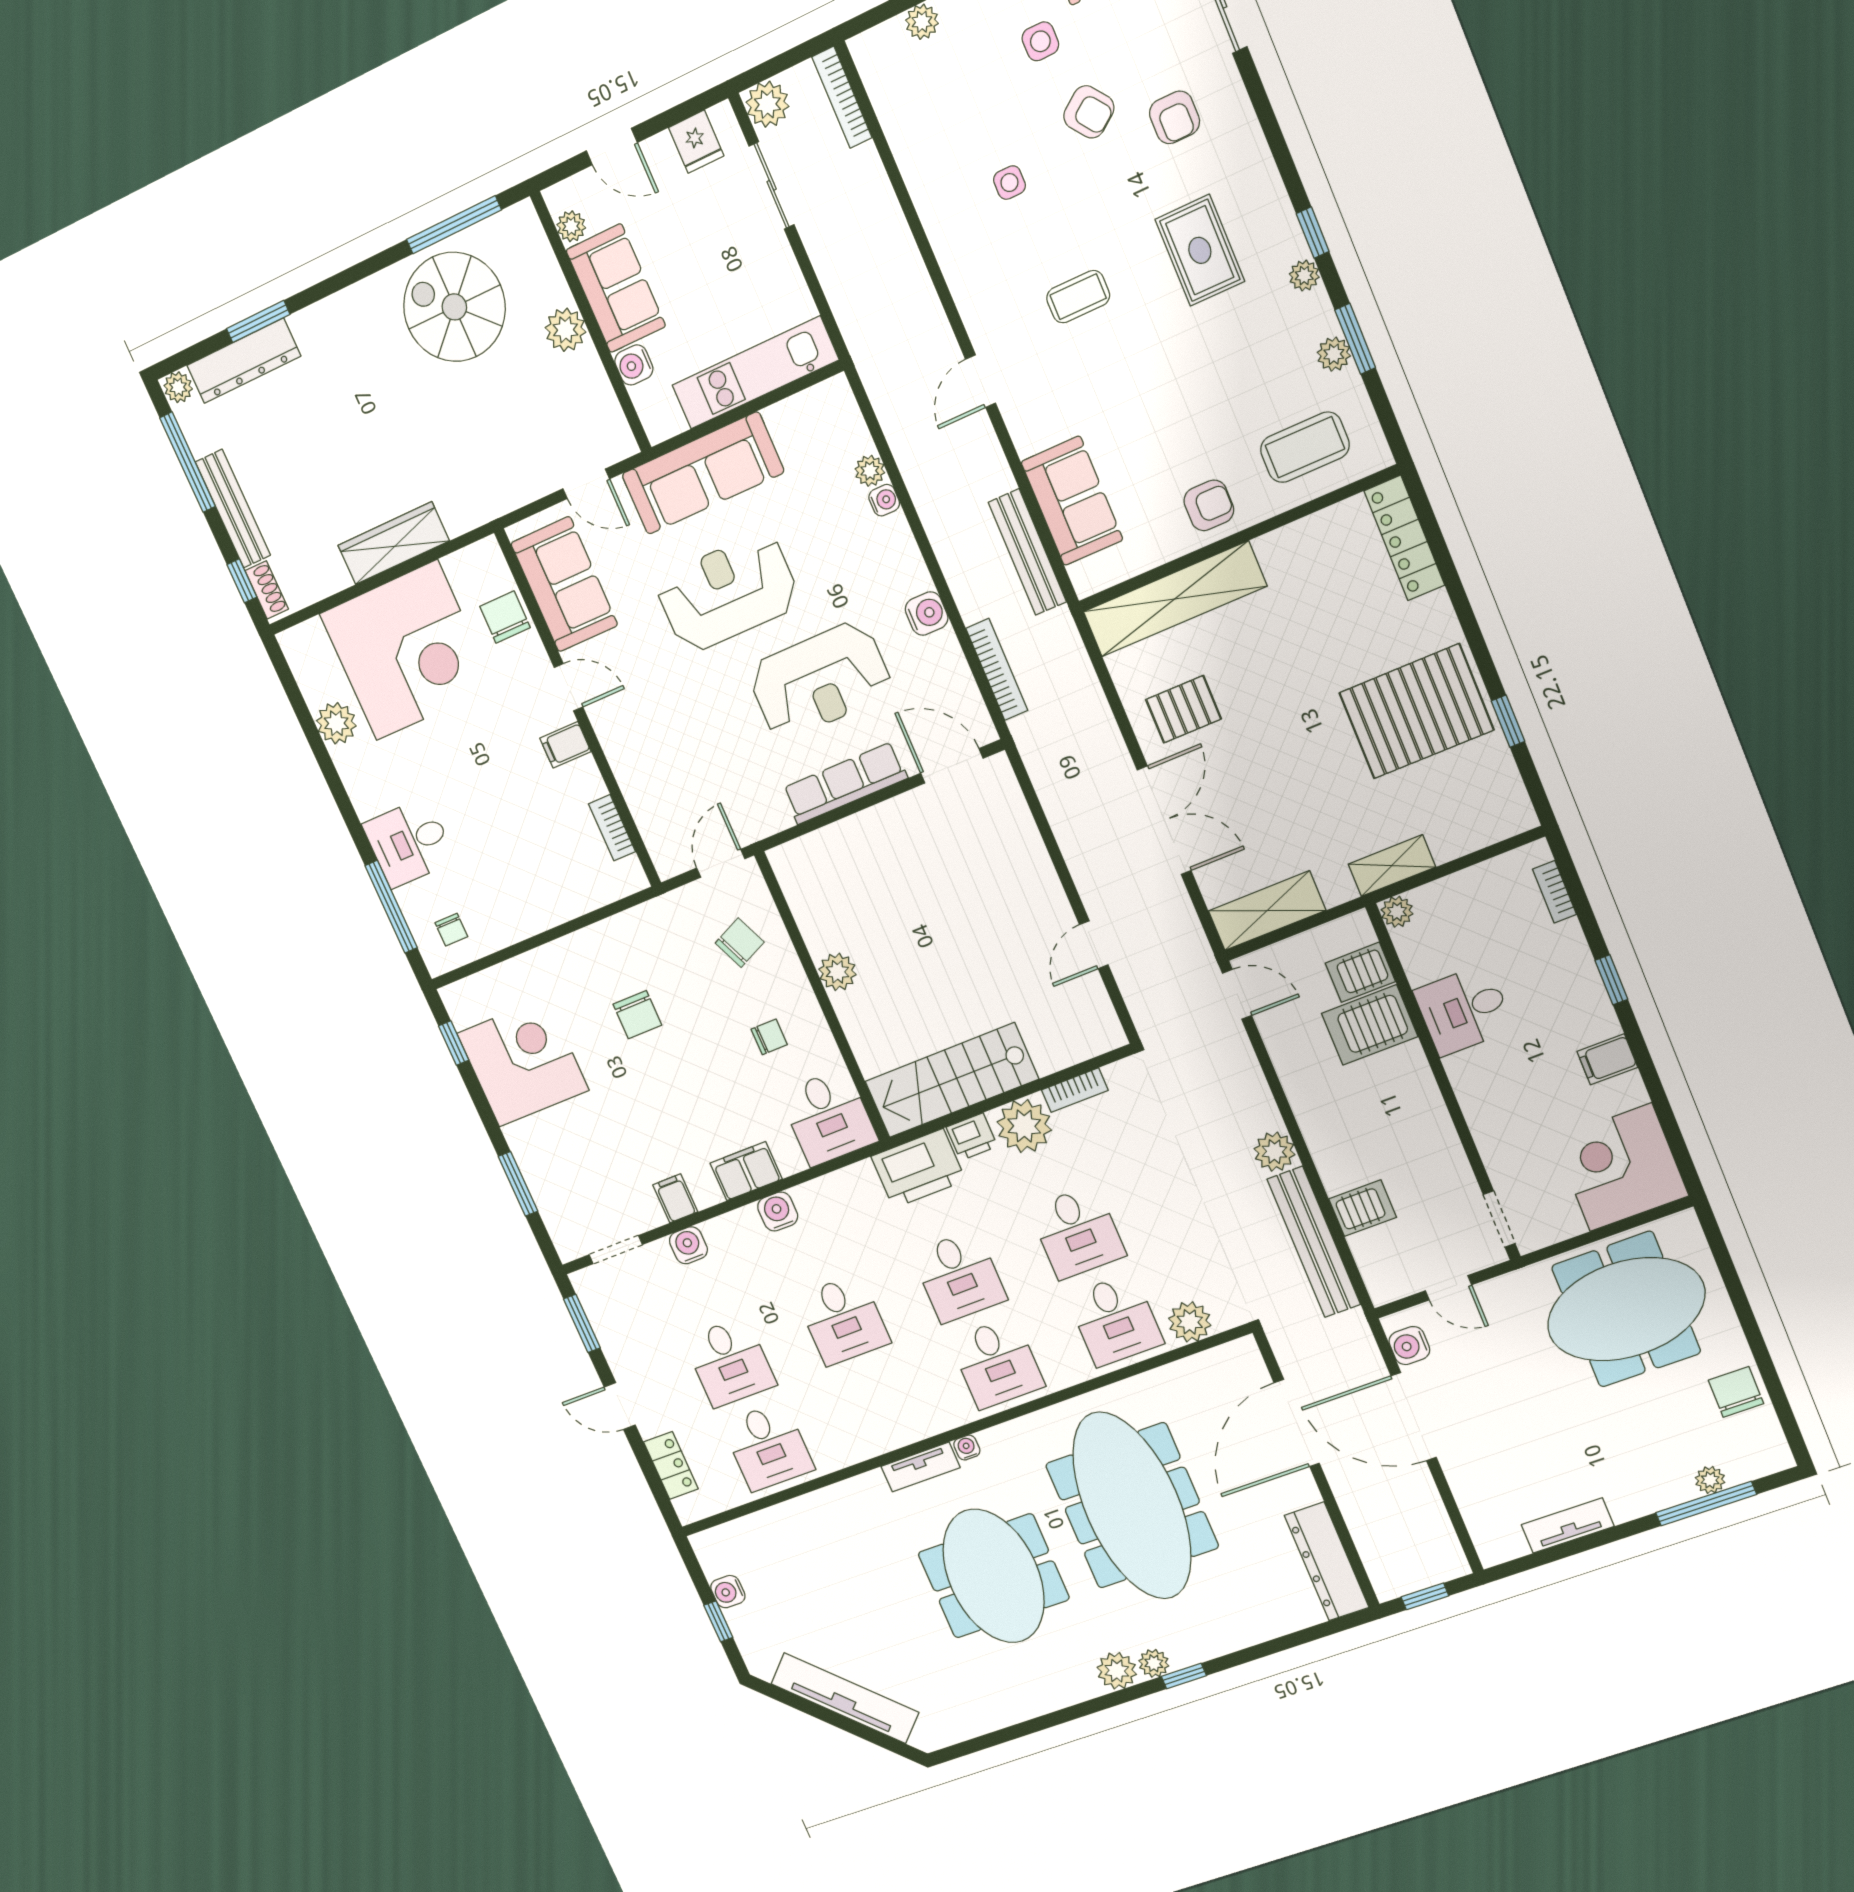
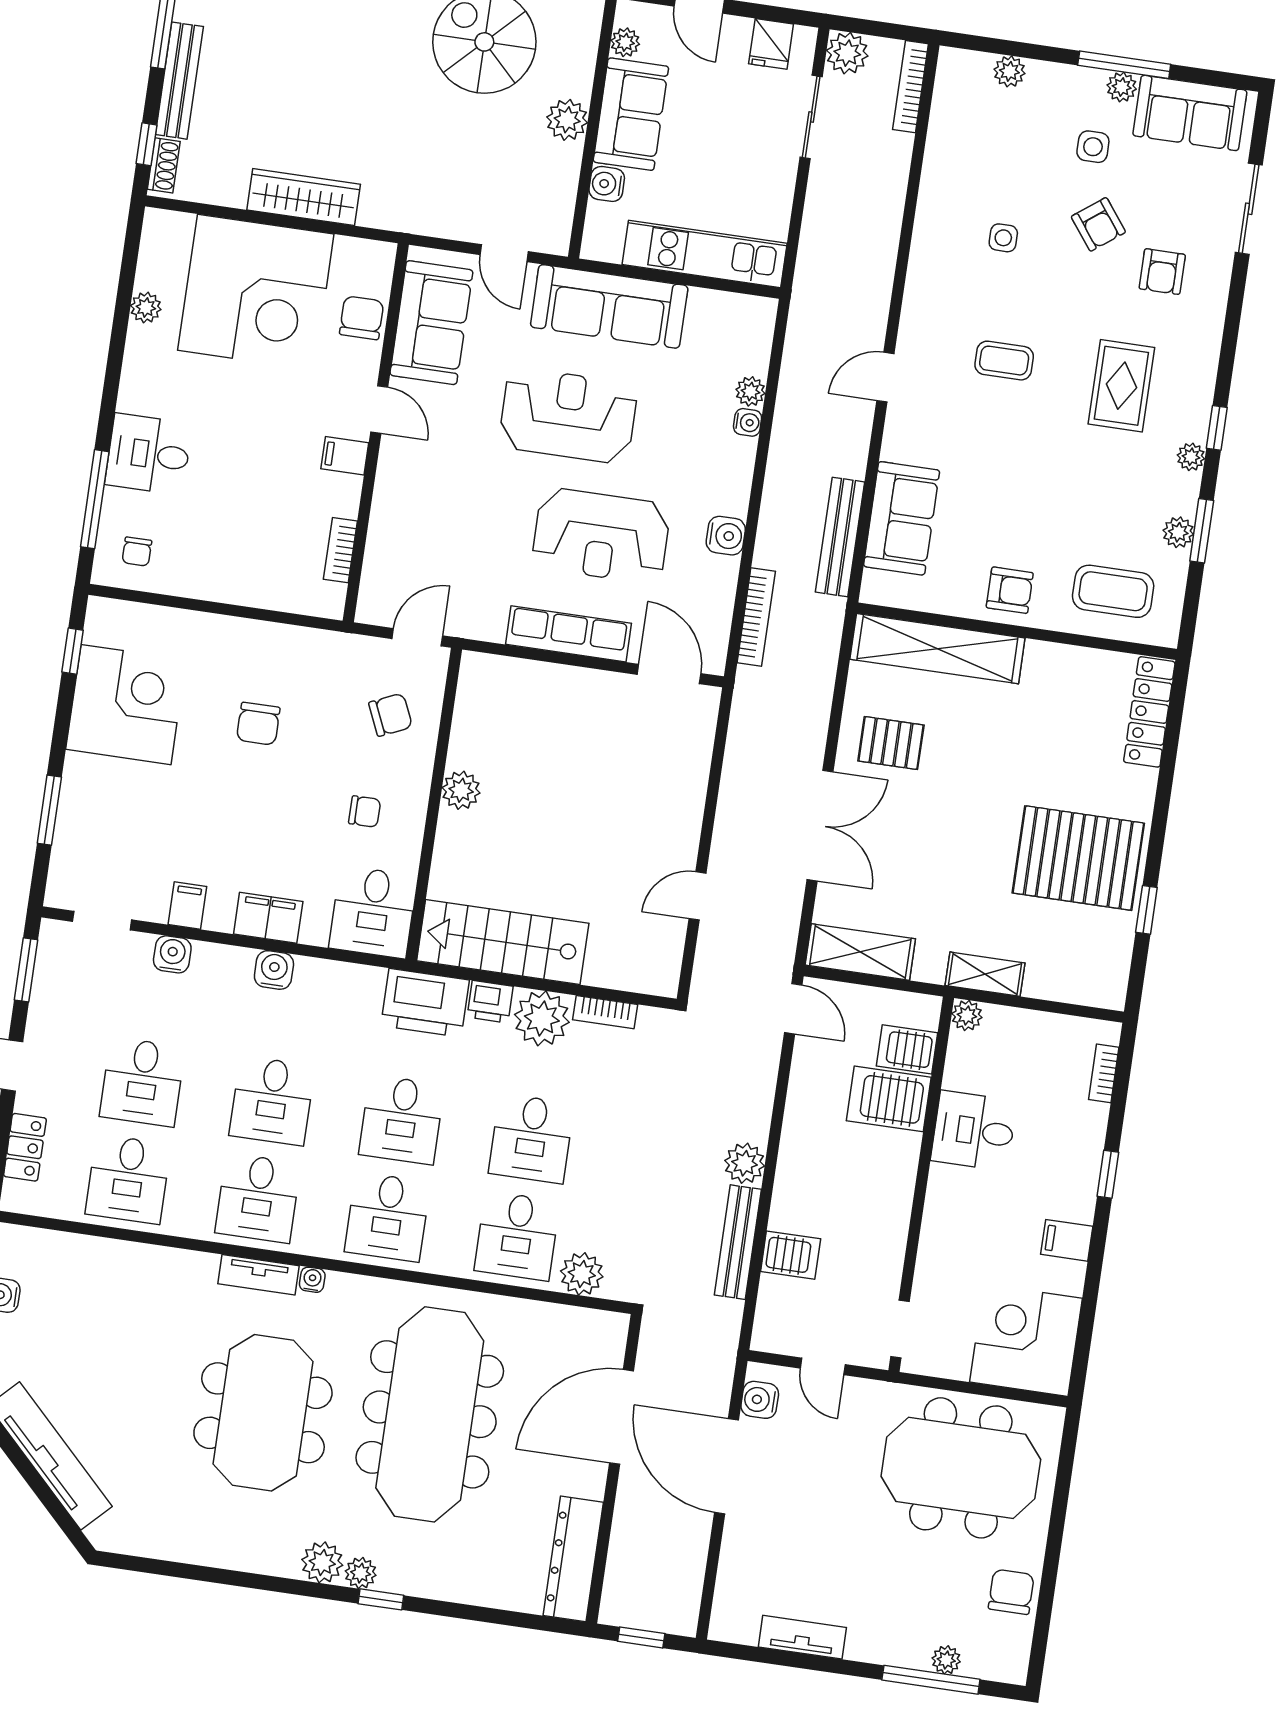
plant: (336, 723) -> (146, 307), width x0.73, depth x0.73
bench: (1314, 1242) -> (738, 1242), width x0.73, depth x0.82
desk: (881, 1405) -> (258, 1198), added

